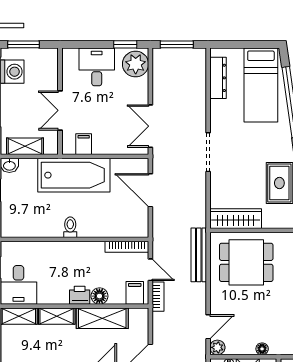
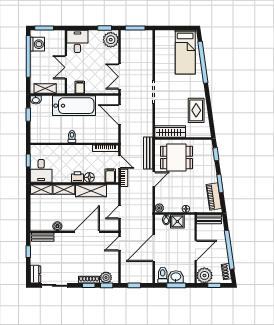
desk: (97, 67) -> (77, 41), moved
dresser: (218, 78) -> (160, 48), removed
door: (208, 327) -> (154, 179), moved

